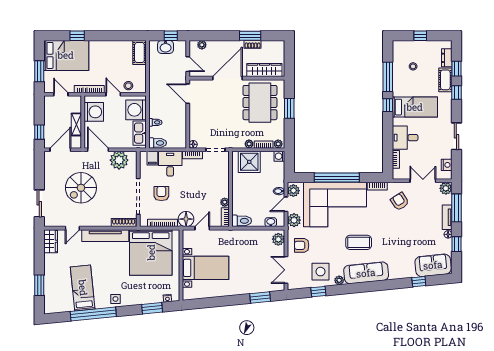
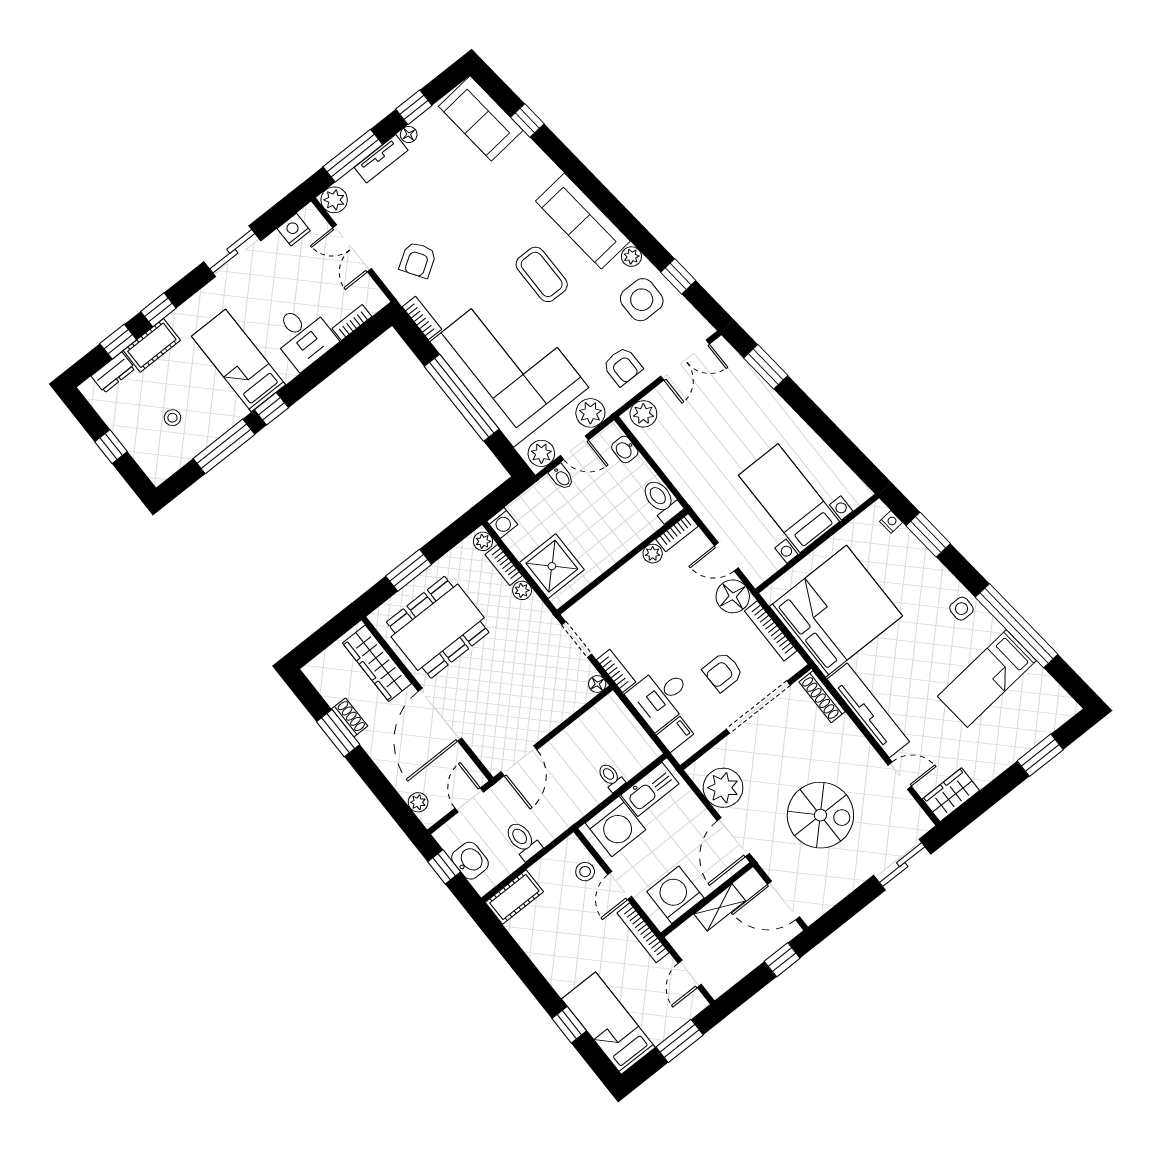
bed: (66, 55) -> (608, 1023), width x0.67
door: (227, 78) -> (440, 715), hinge flipped
toilet: (158, 143) -> (523, 841), moved

